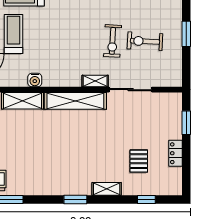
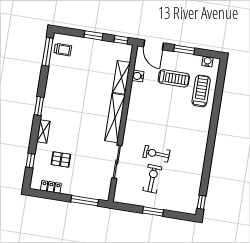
water cooler: (35, 80) -> (138, 76), moved
shelving: (95, 81) -> (128, 136), removed
window: (186, 123) -> (85, 201), width x1.44
locker: (176, 153) -> (51, 187), moved

